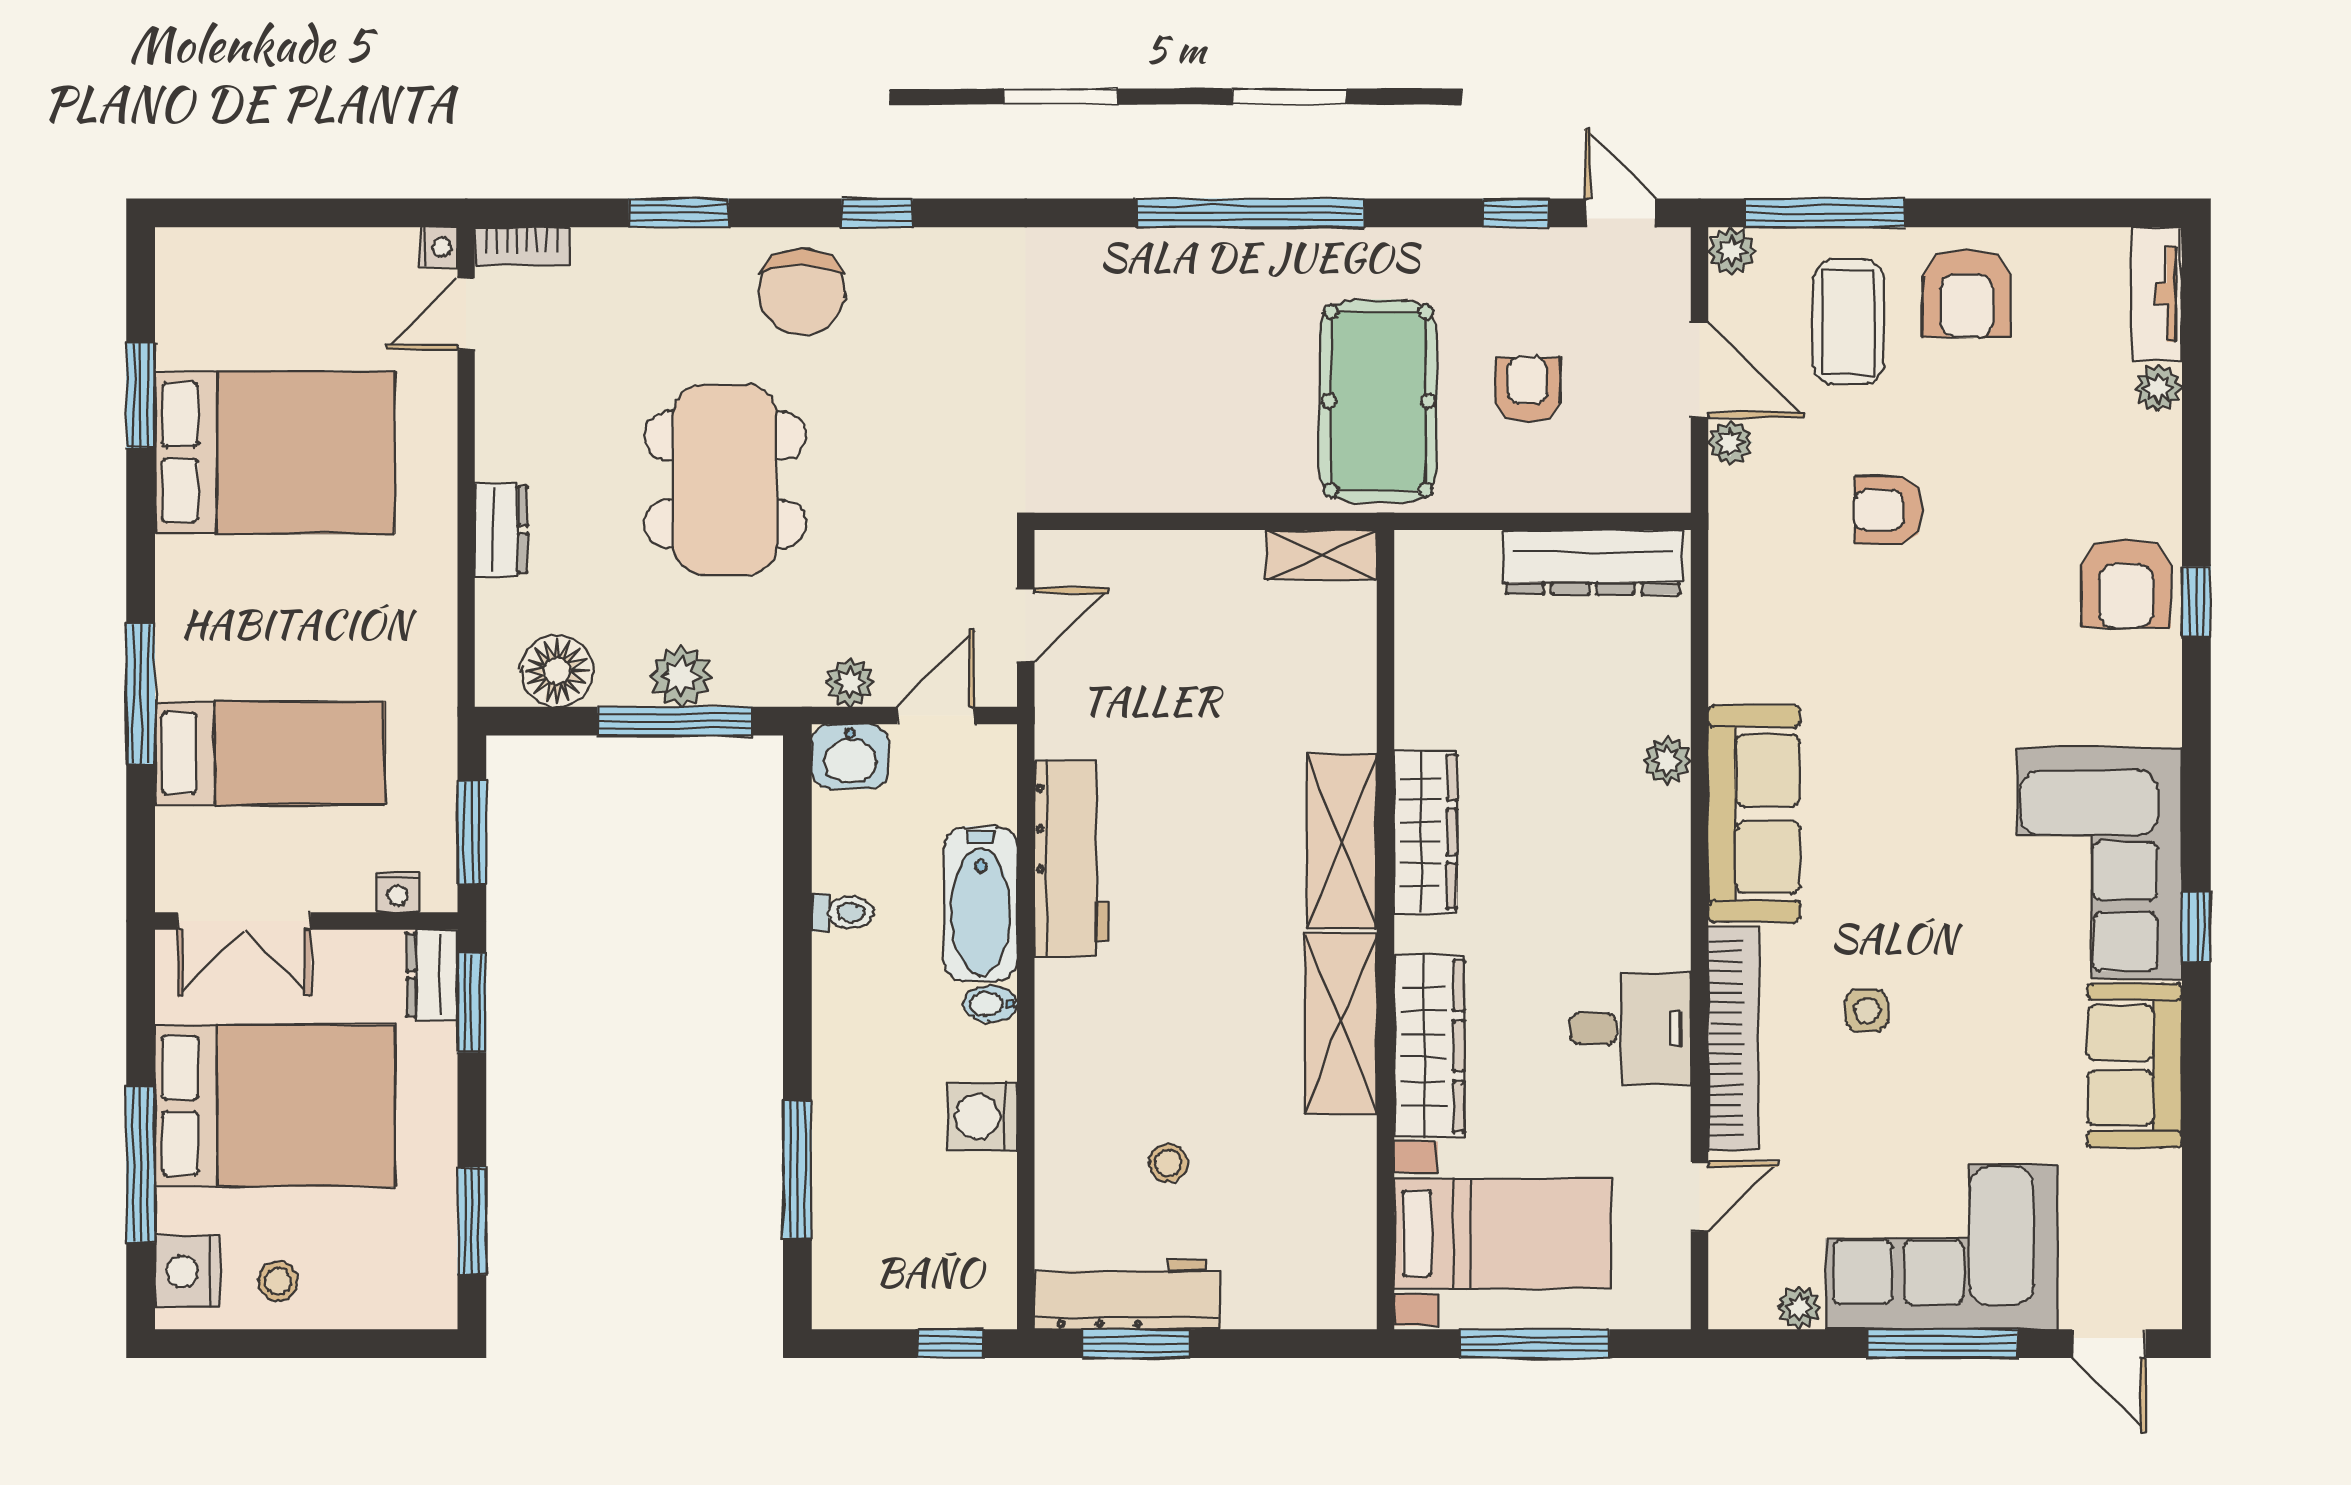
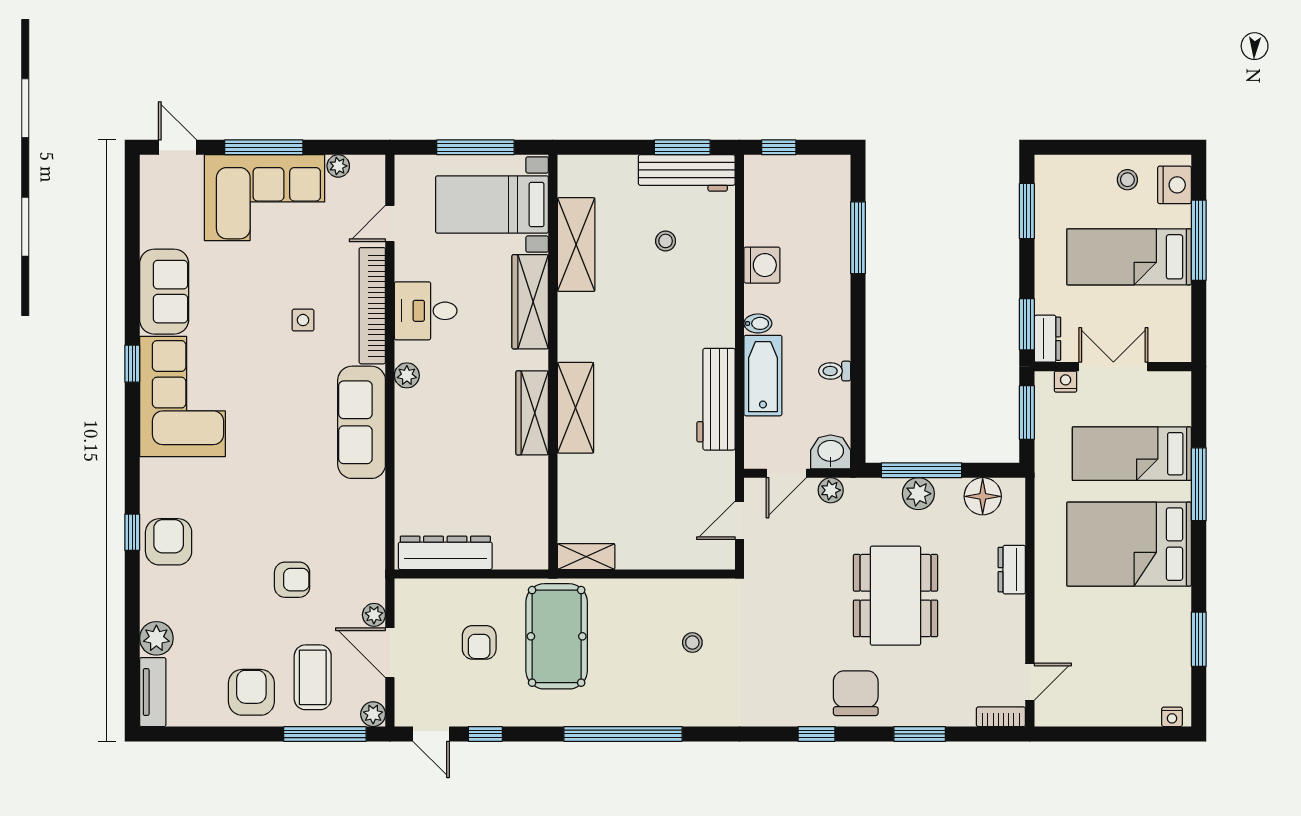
nightstand: (439, 247) -> (1172, 717), moved, turned -90
plant: (2158, 388) -> (156, 638), width x1.38, depth x1.38
stool: (1117, 389) -> (692, 643), added
bed: (275, 452) -> (1129, 544), moved
plant: (1667, 760) -> (407, 375), moved
double door: (244, 921) -> (1113, 367), moved
shelving: (1341, 1024) -> (576, 245), moved
bed: (275, 1106) -> (1129, 257), width x0.67

